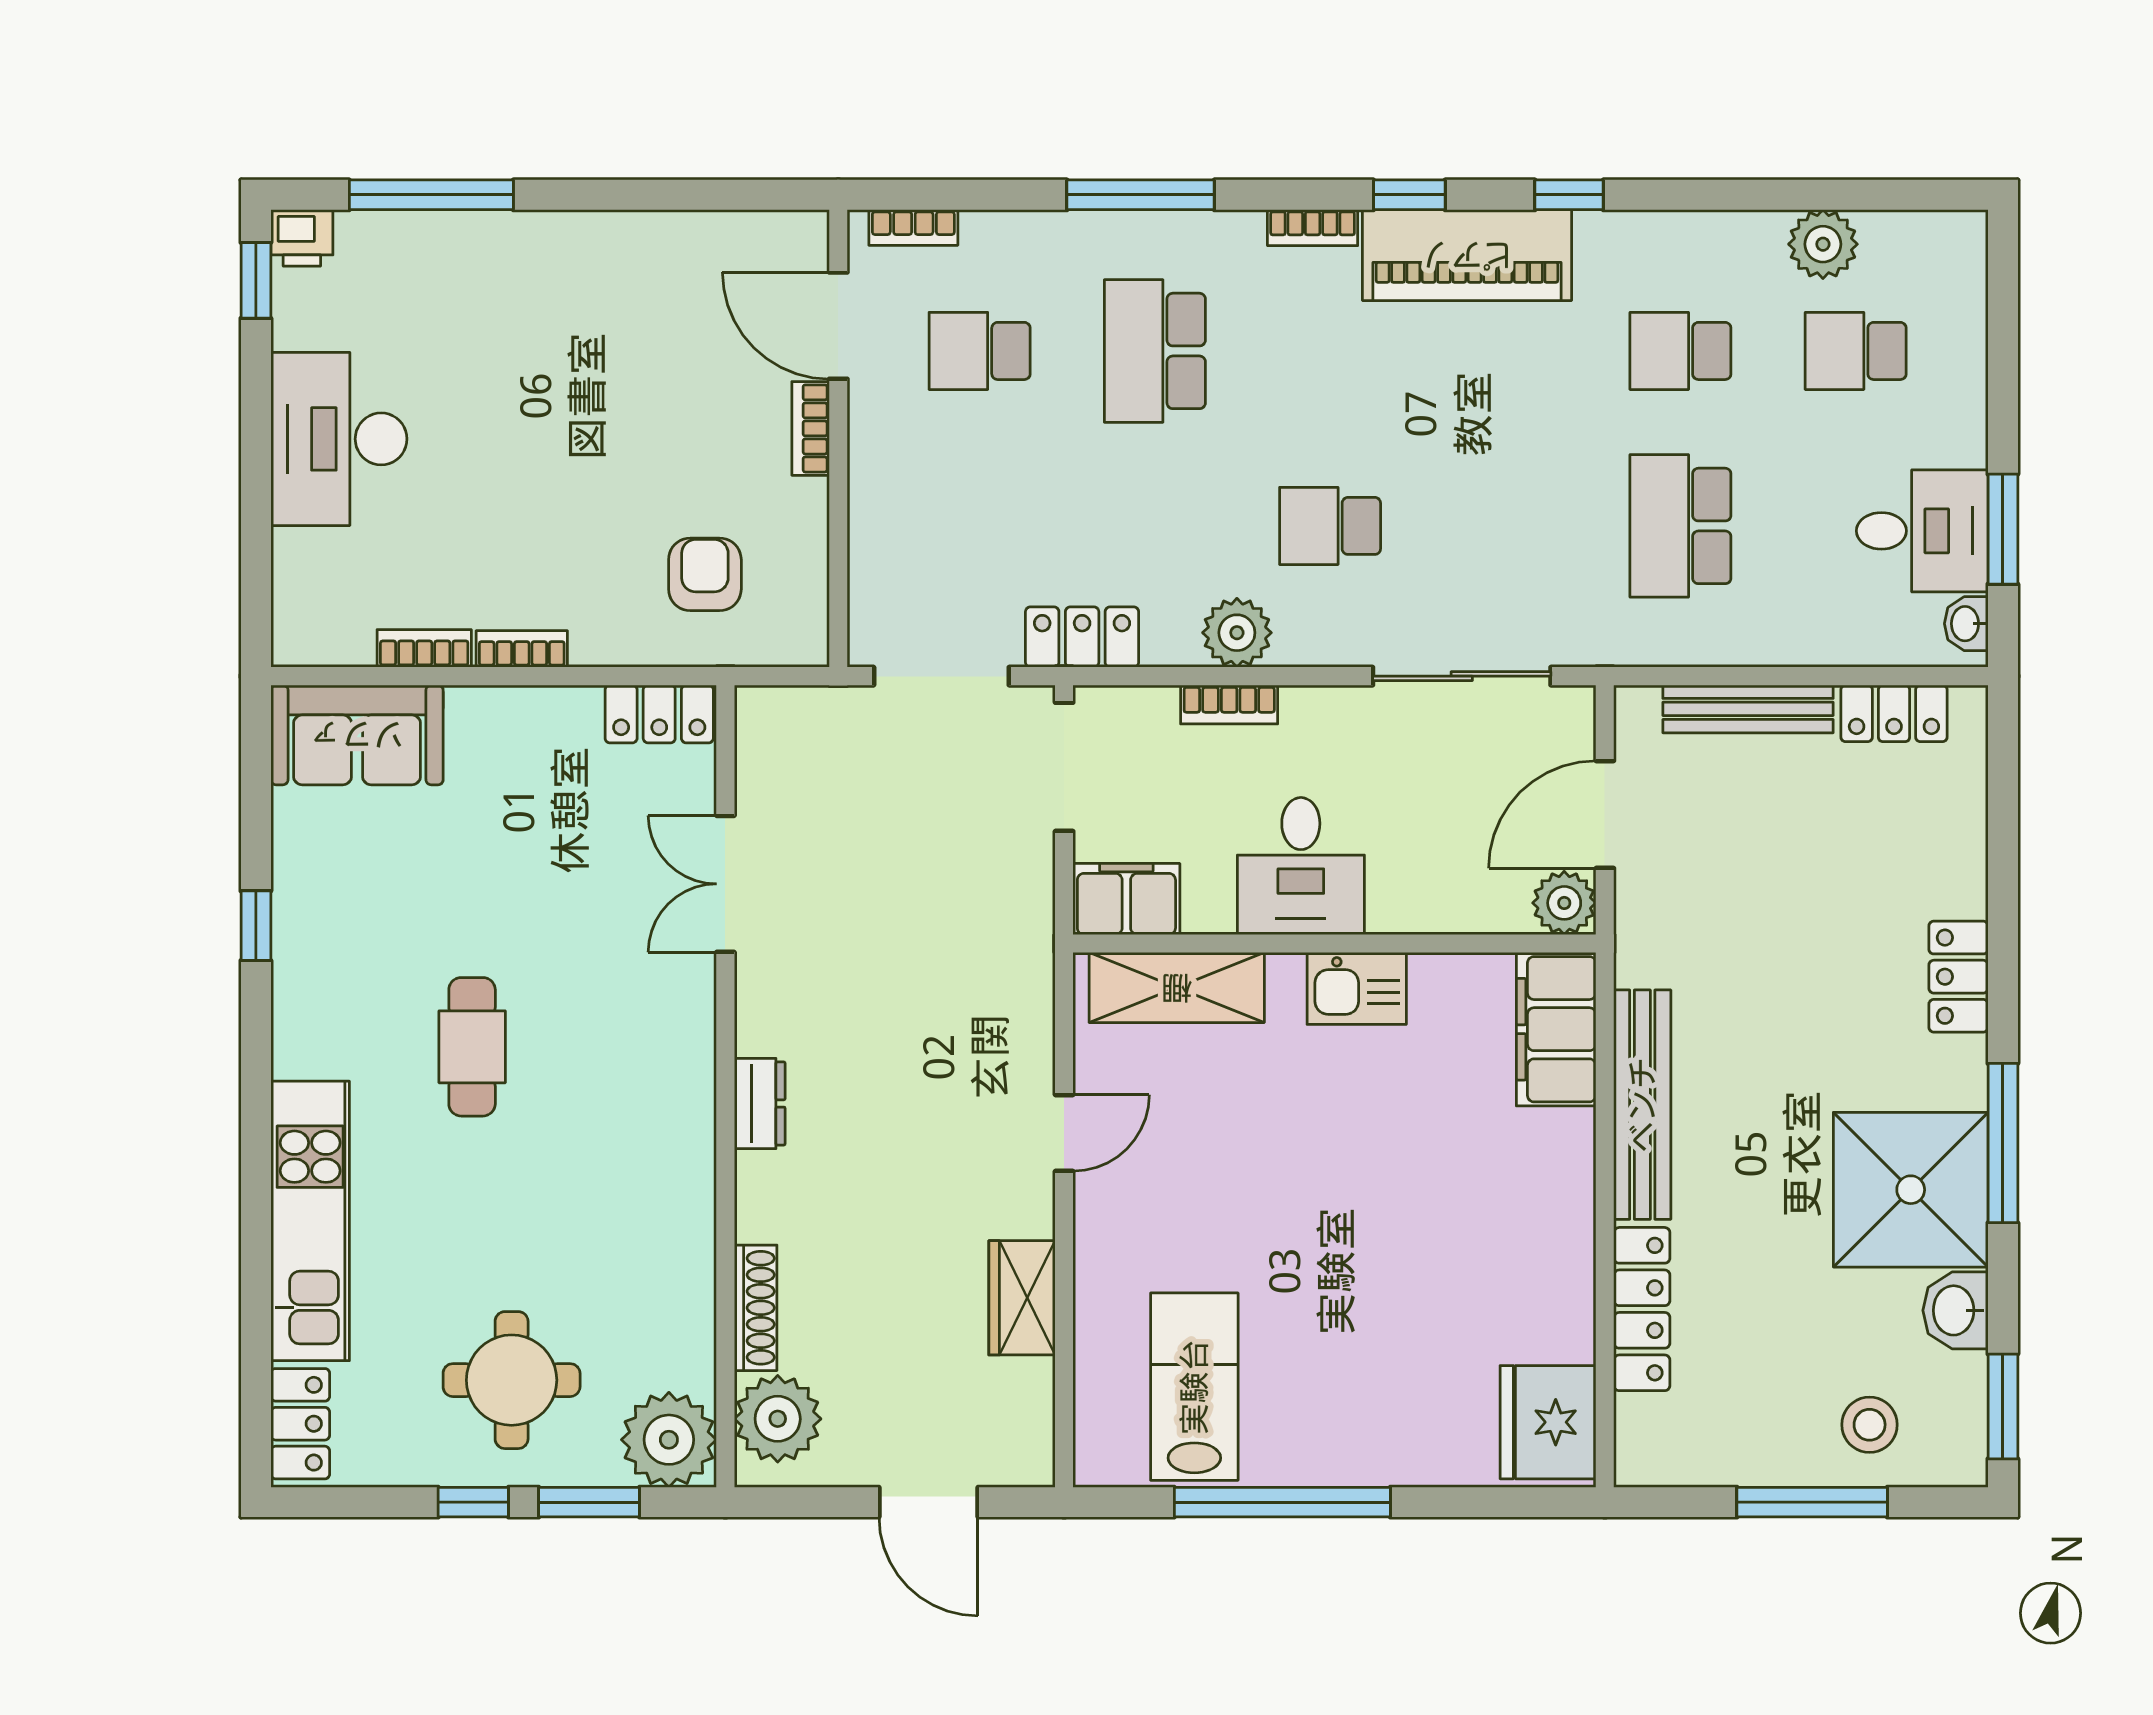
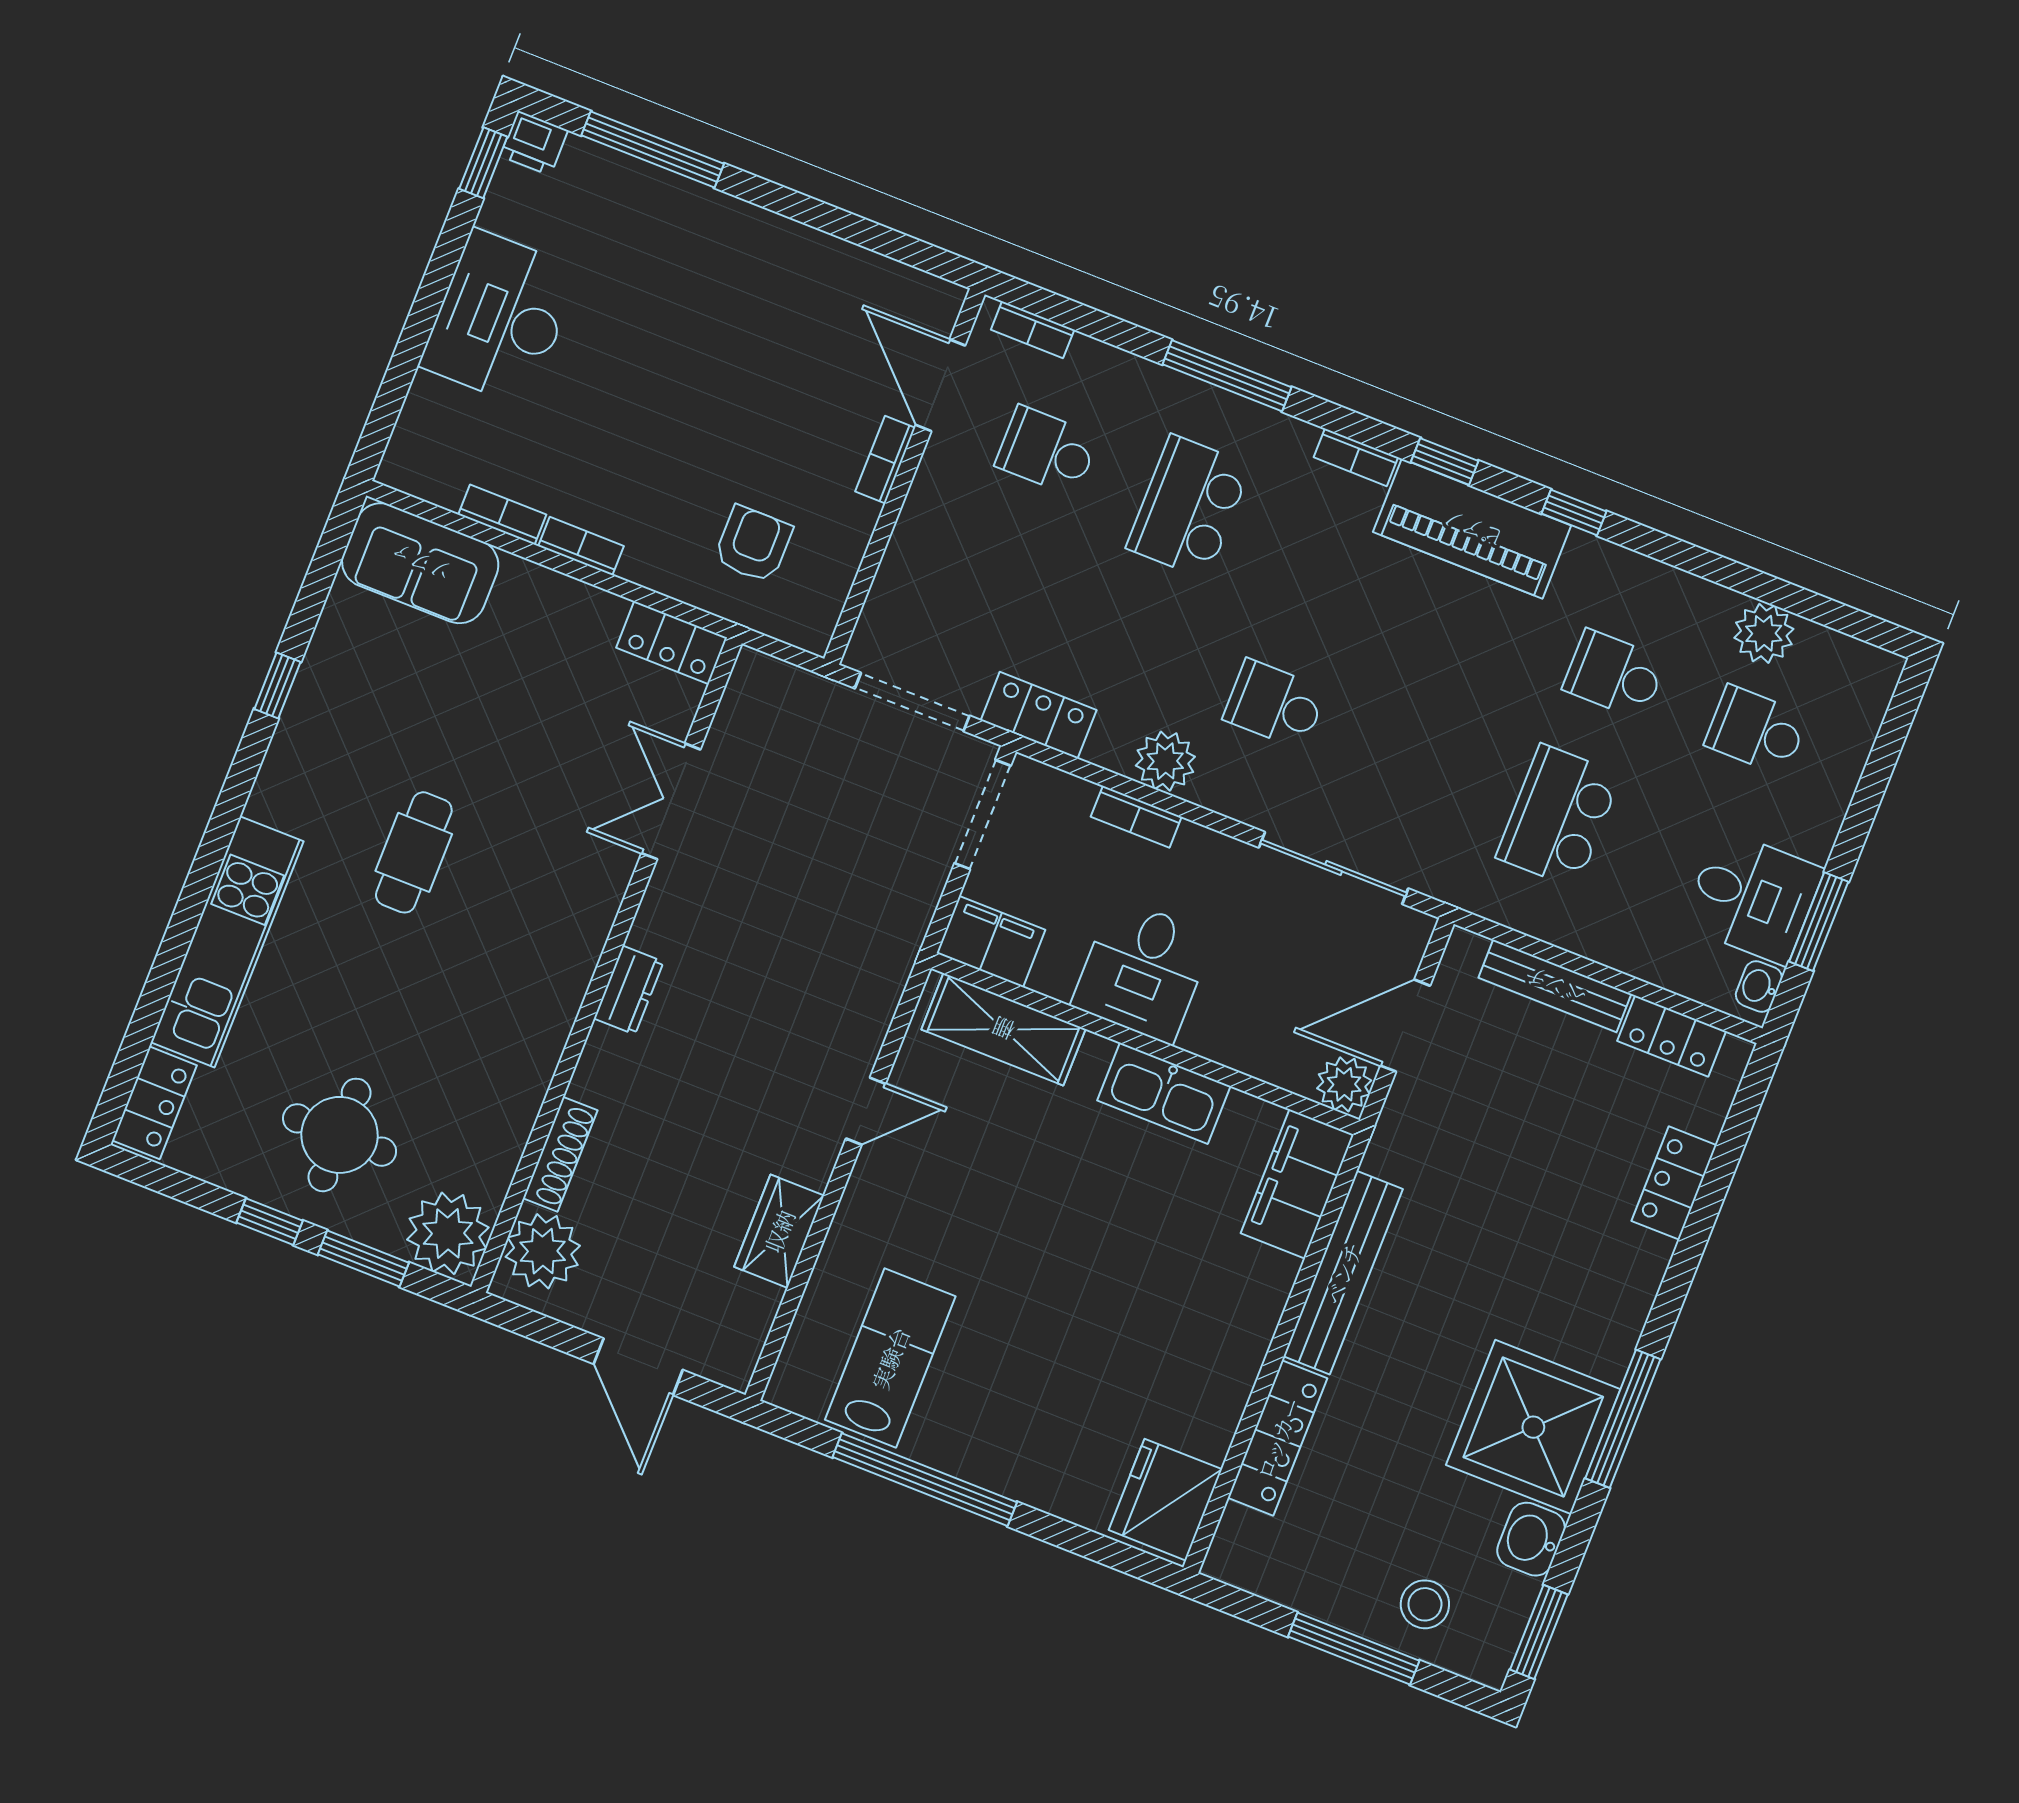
locker: (1959, 977) -> (1674, 1183), moved
kitchen sink: (1357, 988) -> (1164, 1093), width x1.38

